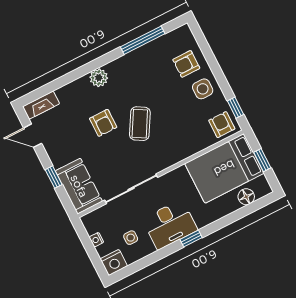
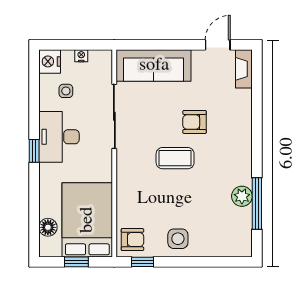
armchair: (186, 64) -> (211, 235), removed
plant: (99, 78) -> (242, 196), moved
coffee table: (140, 124) -> (175, 158), turned -30
window: (54, 177) -> (166, 45), removed
sofa: (79, 186) -> (154, 65), width x1.36

